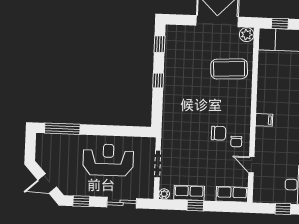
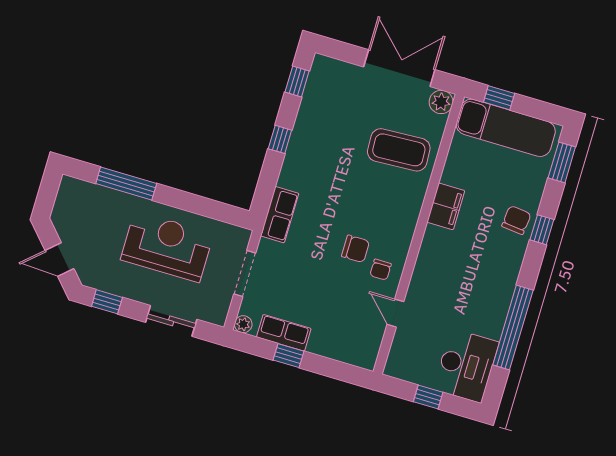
filing cabinet: (264, 120) -> (446, 206), moved, width x2.00
window: (62, 129) -> (126, 183), moved
row of seats: (232, 194) -> (280, 215), moved, turned 90

